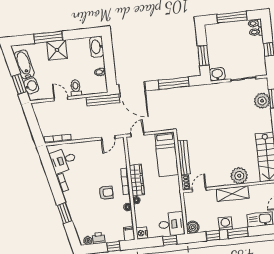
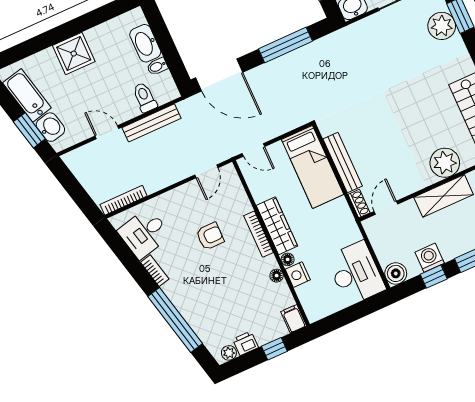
window: (48, 37) -> (52, 37), removed
washbasin: (97, 47) -> (145, 43), moved
toilet: (76, 88) -> (145, 97), moved
bench: (103, 100) -> (151, 123), moved
door: (137, 135) -> (253, 150), swing flipped
armchair: (106, 193) -> (210, 236), moved
window: (65, 213) -> (175, 320), width x2.11
washing machine: (225, 223) -> (430, 258), moved
desk: (172, 224) -> (356, 273), width x1.37
nightstand: (142, 233) -> (298, 275), moved
window: (170, 240) -> (365, 308), removed

